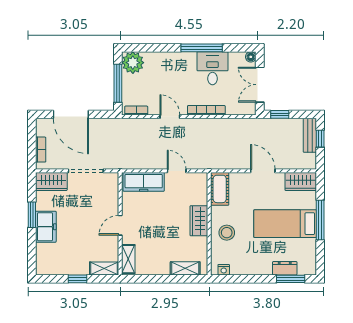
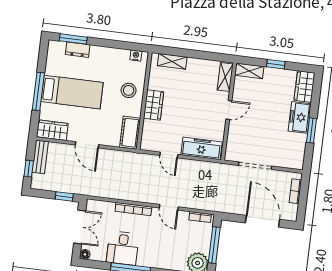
bench: (310, 135) -> (40, 157), moved
wardrobe: (51, 181) -> (305, 87), moved, turned -90

